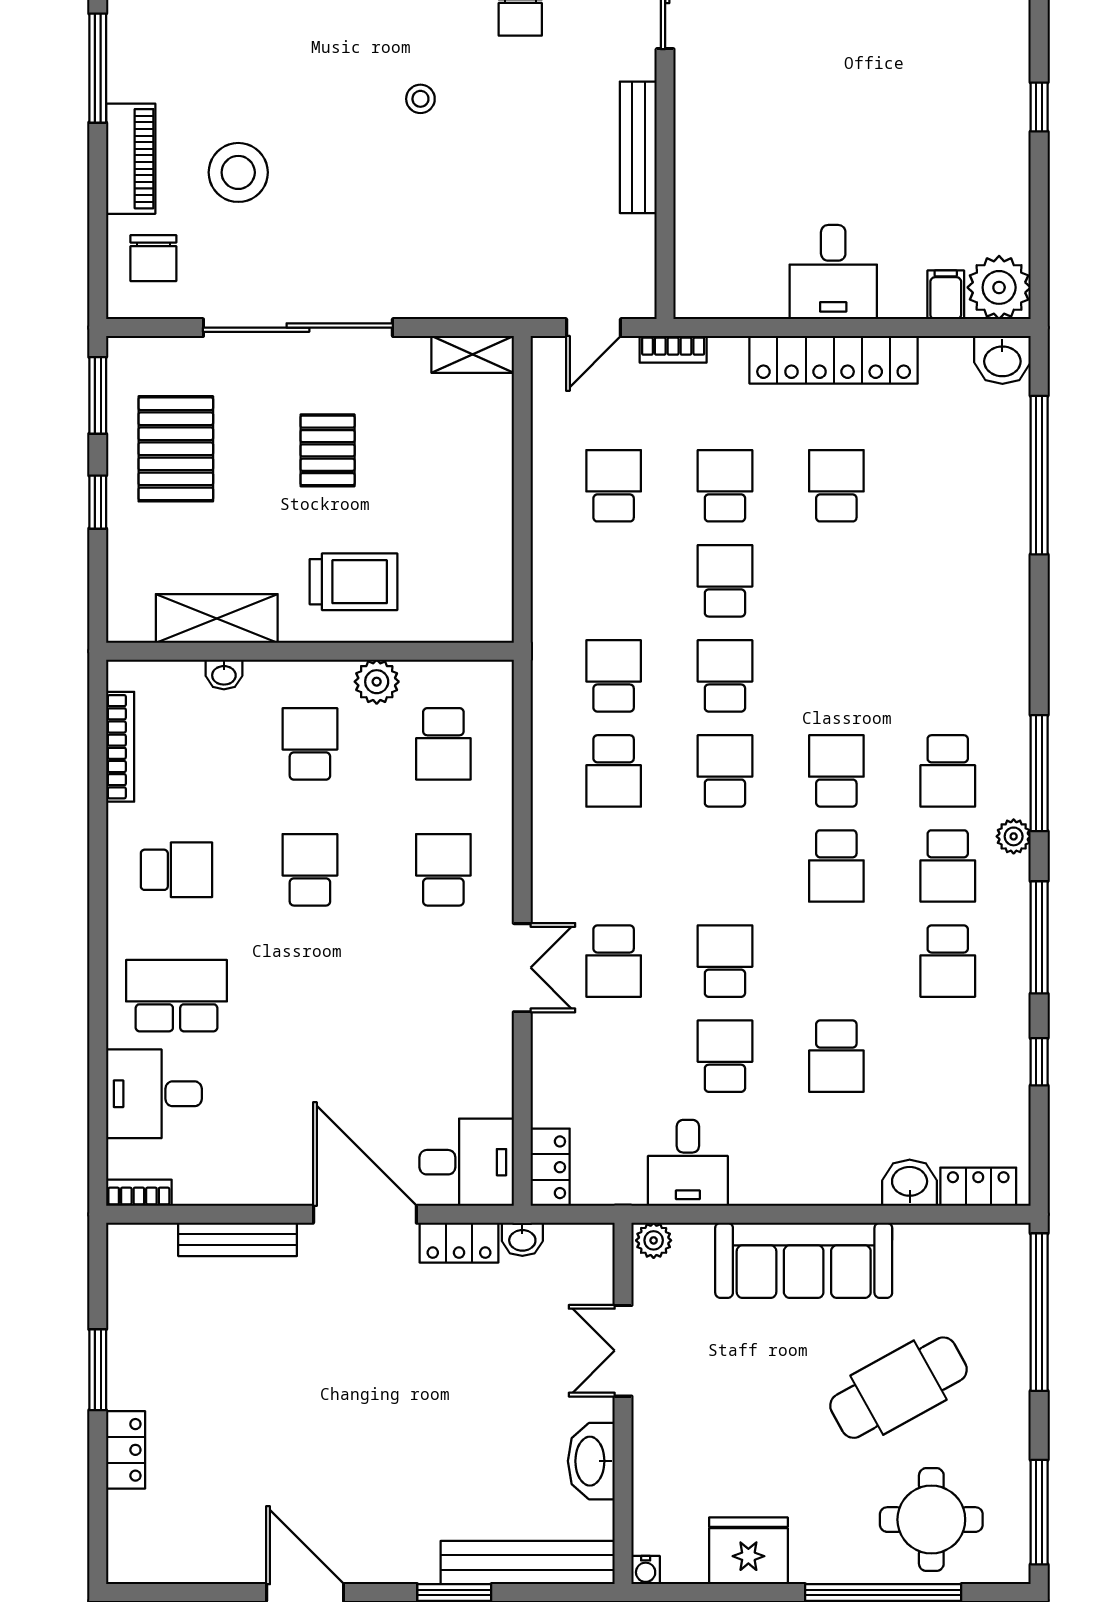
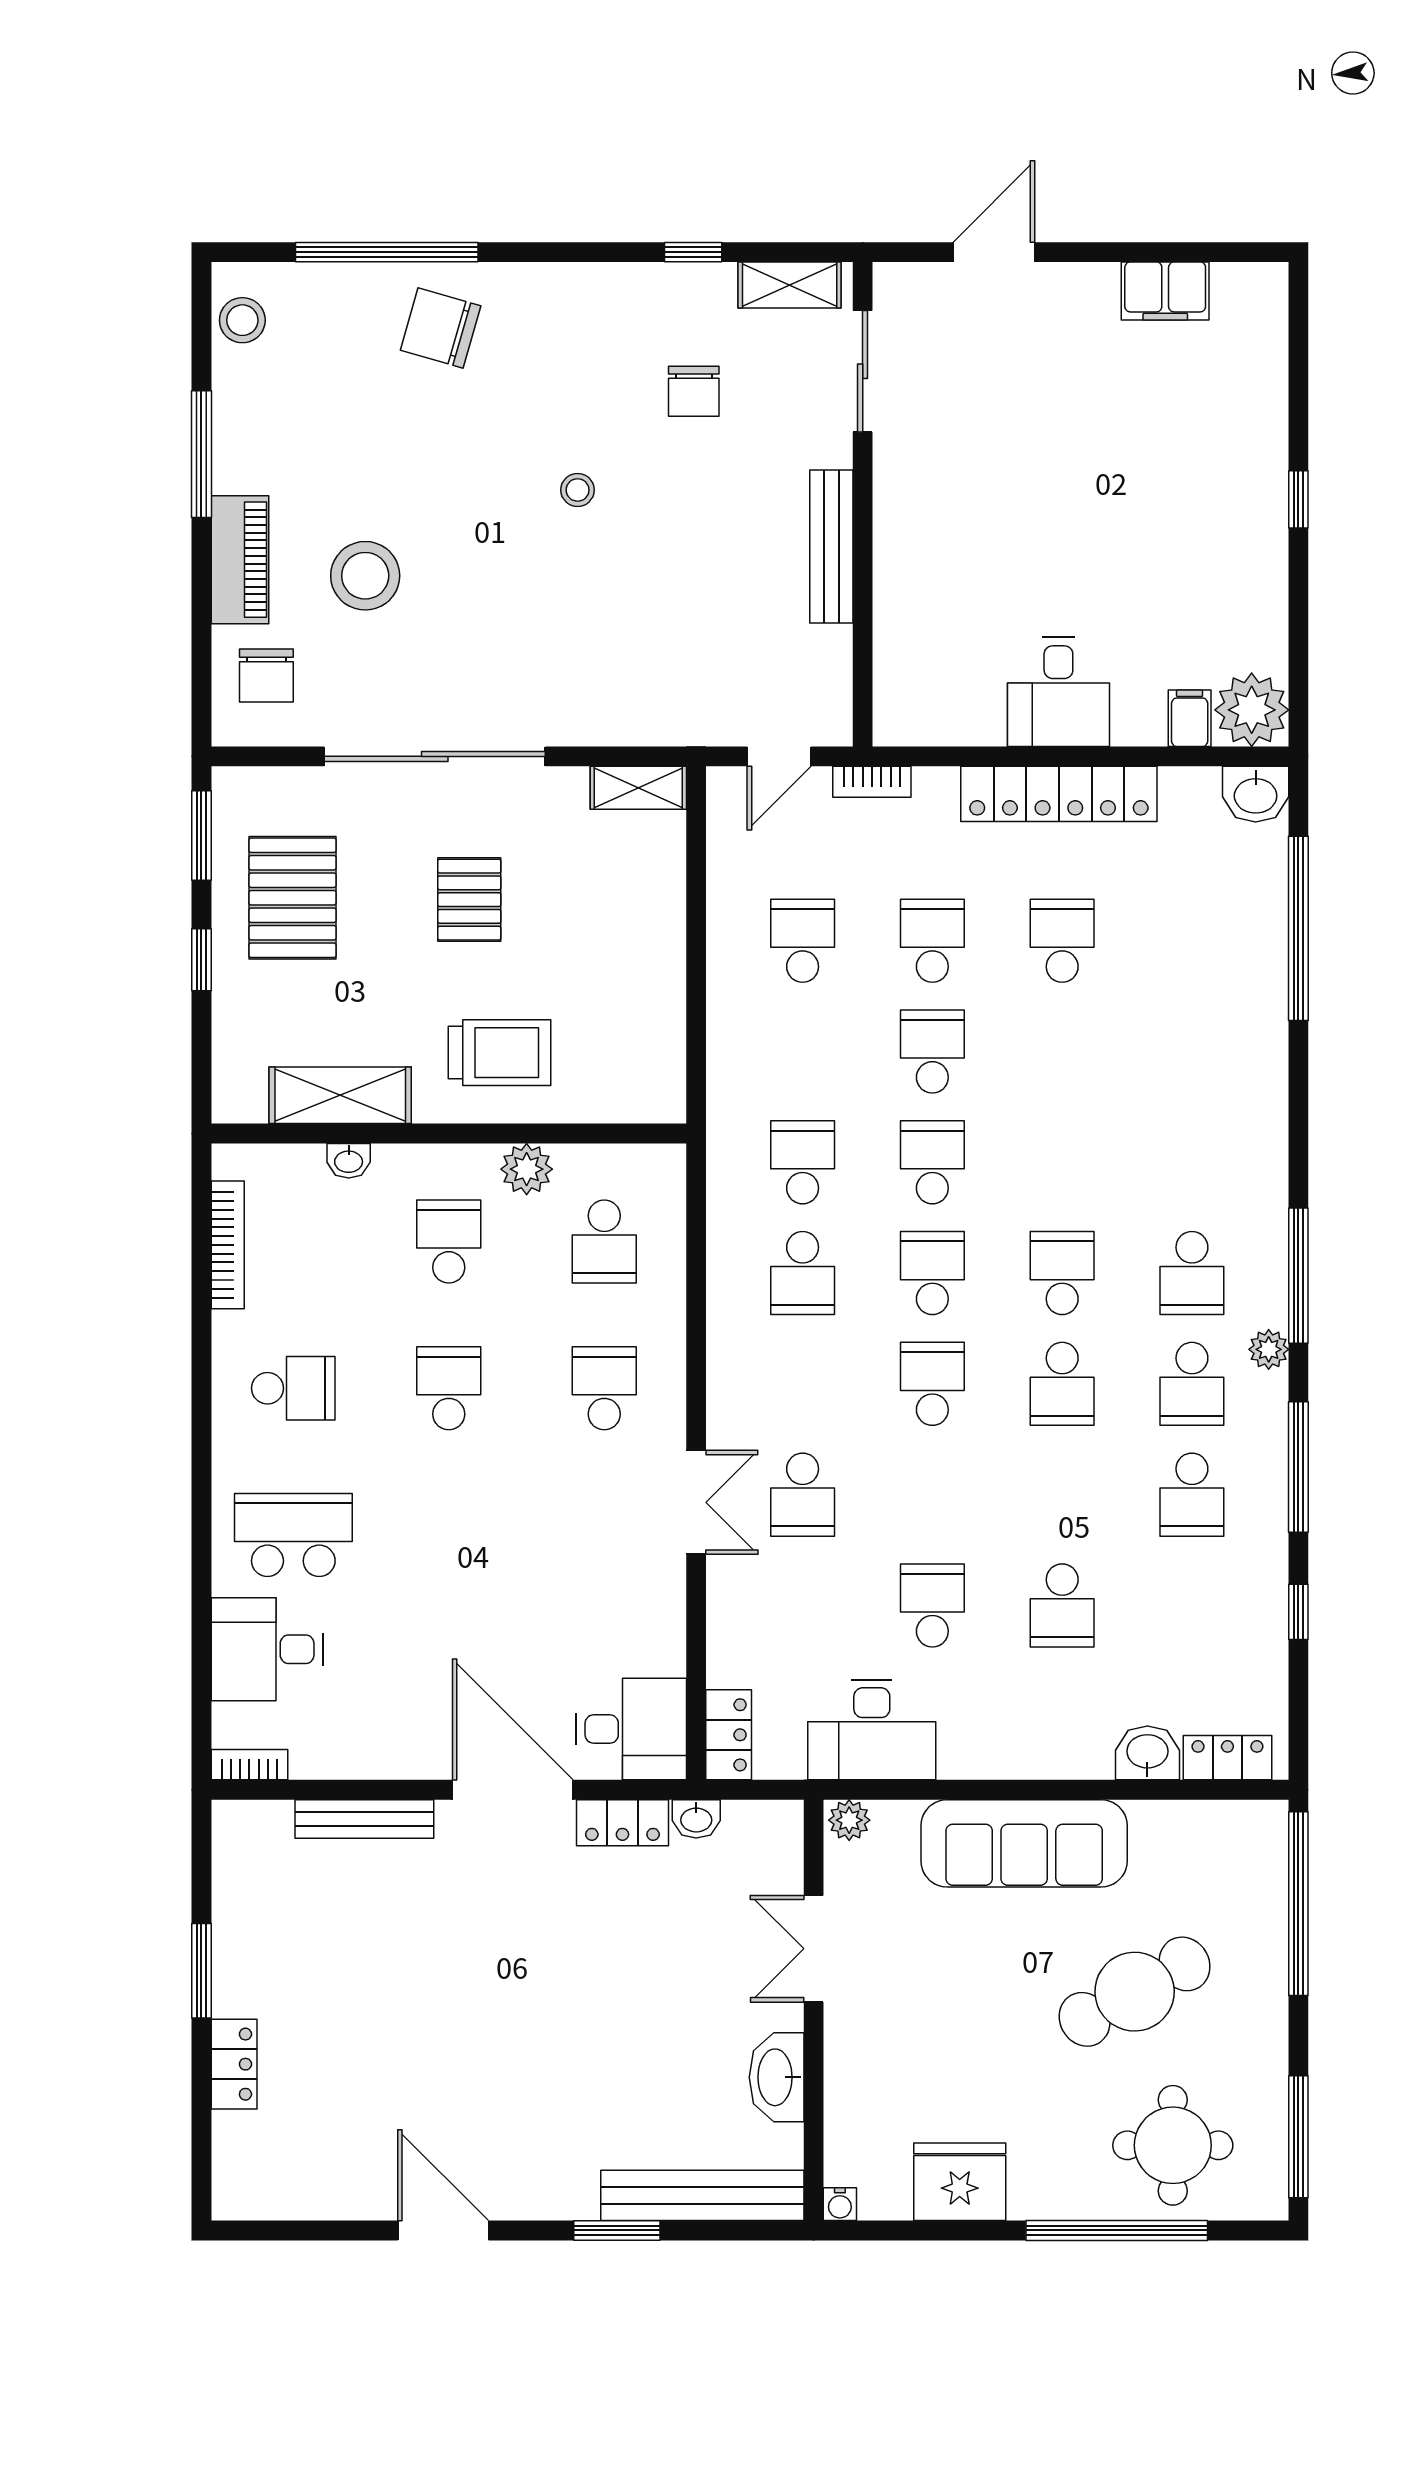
school desk: (725, 961) -> (932, 1384), moved
desk: (688, 1163) -> (872, 1730), width x1.37

